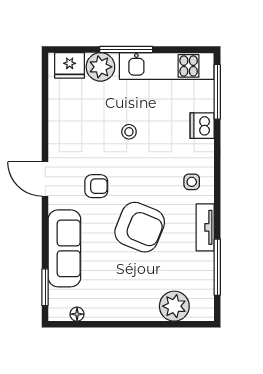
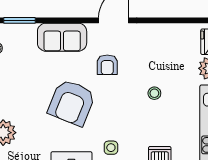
sofa: (64, 248) -> (62, 37), width x0.73

